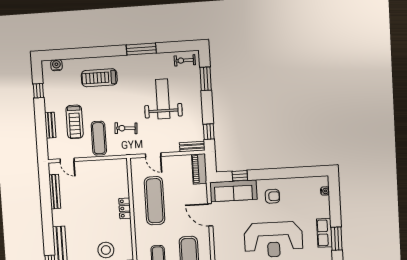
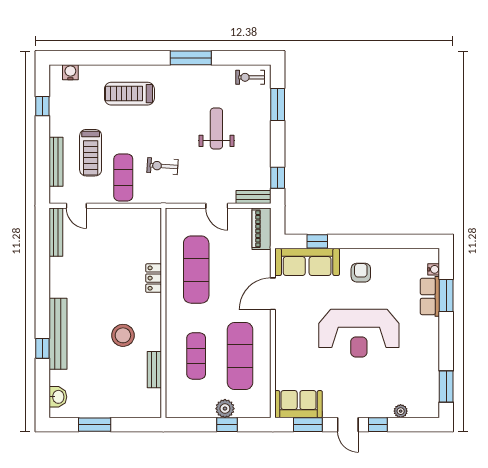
weight bench: (163, 99) -> (216, 129), width x0.73, depth x0.75
bench: (50, 125) -> (56, 162), width x1.36
door: (153, 155) -> (217, 206), moved
bench: (55, 192) -> (56, 232), moved
armchair: (272, 196) -> (361, 273), turned -90
door: (210, 215) -> (273, 294), hinge flipped
row of seats: (324, 233) -> (430, 296), moved
window: (337, 239) -> (446, 295), moved

